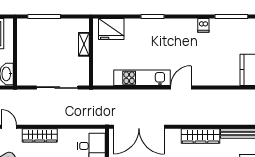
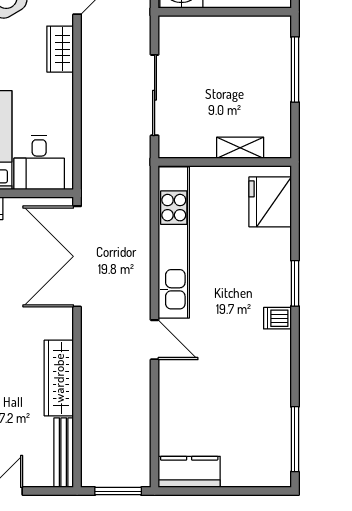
dishwasher: (203, 25) -> (277, 318), moved
kitchen unit: (142, 78) -> (174, 242), width x1.36
wardrobe: (40, 135) -> (60, 49), width x0.67

